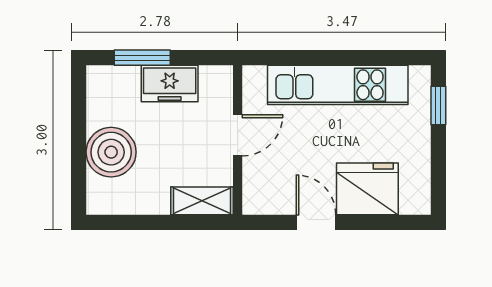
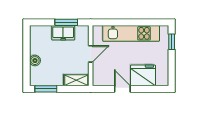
window: (142, 58) -> (66, 22), moved
boiler: (111, 152) -> (35, 61), width x0.54, depth x0.54
window: (127, 222) -> (46, 89), added

